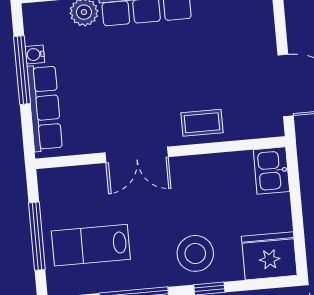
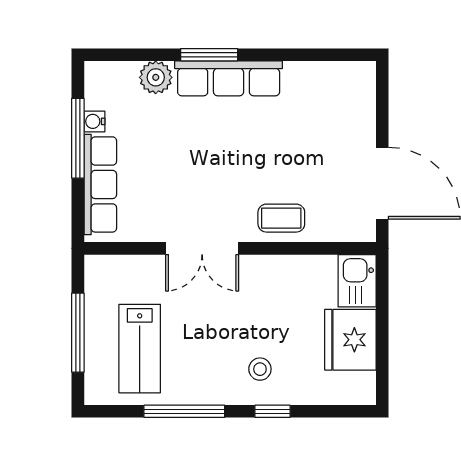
lab bench: (91, 245) -> (140, 349), turned -90
stool: (195, 253) -> (260, 369), width x0.53, depth x0.53
fridge: (269, 256) -> (350, 340), moved, turned -90

